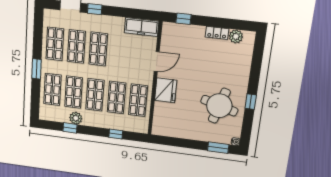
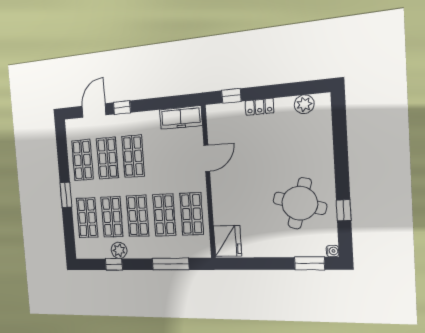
locker: (217, 33) -> (260, 107), moved
fridge: (166, 90) -> (227, 241), moved
window: (251, 102) -> (344, 210), moved
window: (116, 134) -> (171, 264), width x2.17

